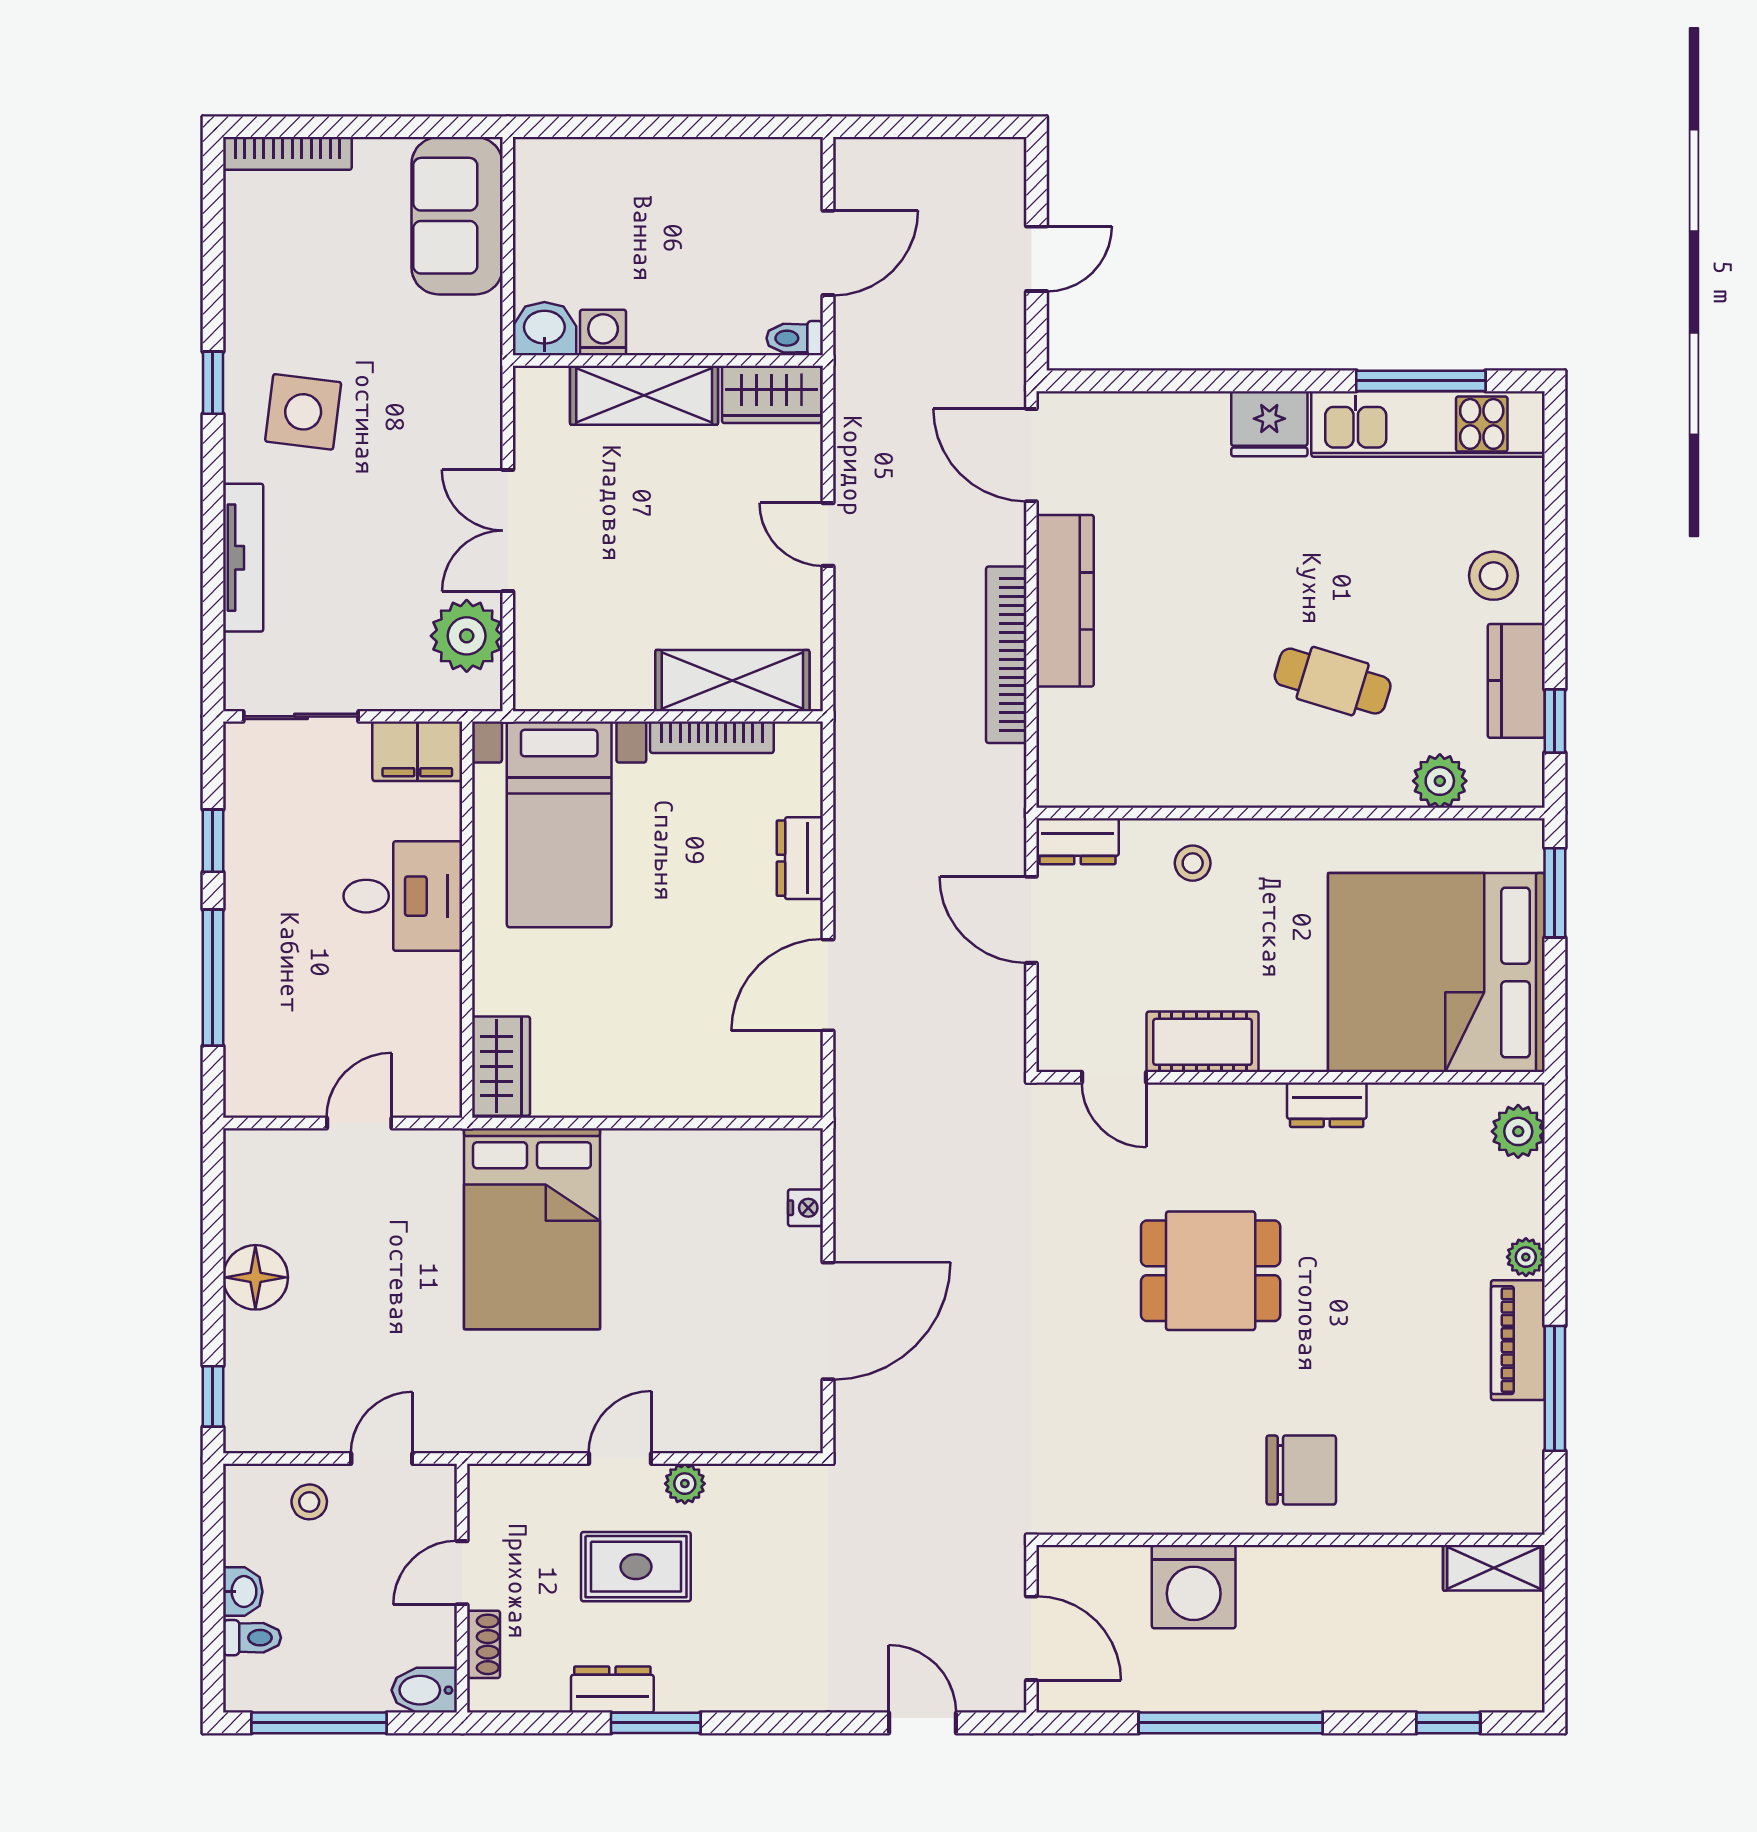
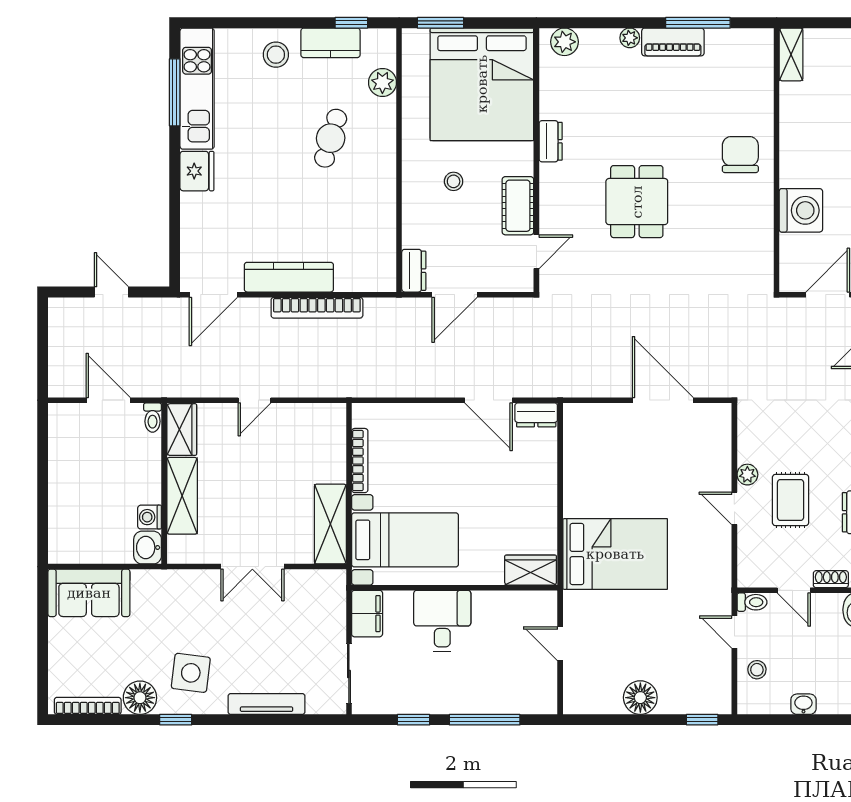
bookcase: (287, 153) -> (88, 706), moved, turned -90
floor lamp: (255, 314) -> (140, 698), added
plant: (467, 636) -> (307, 588), removed
shelving: (732, 681) -> (330, 524), moved
dresser: (800, 858) -> (536, 415), moved
stool: (1193, 863) -> (454, 181), moved
nightstand: (805, 1208) -> (604, 412), removed
toilet: (252, 1638) -> (752, 602), moved, turned 90

